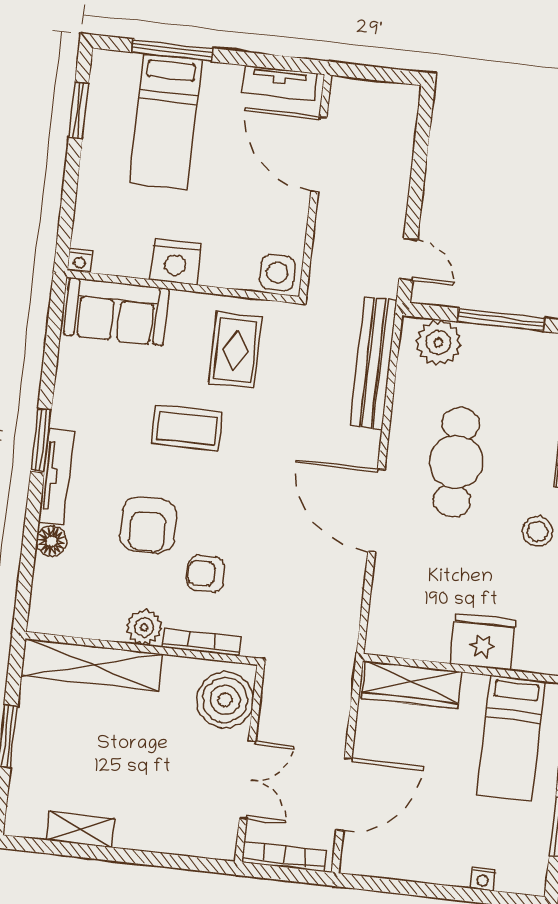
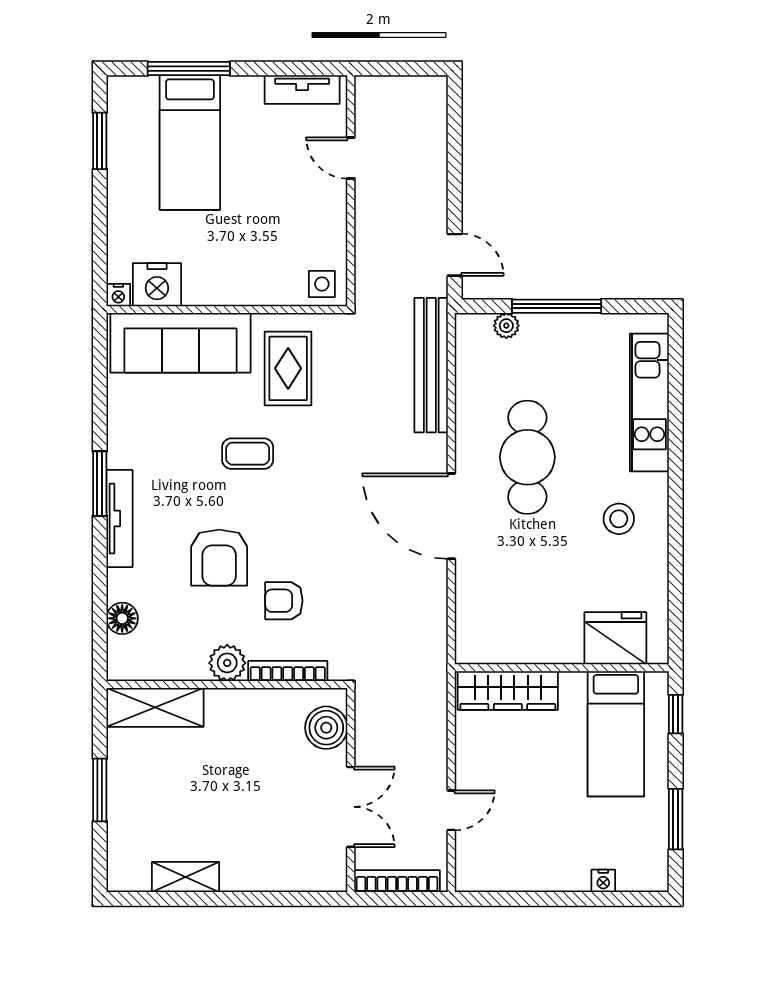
door: (319, 154) -> (351, 158), width x0.53
nightstand: (176, 262) -> (157, 285), moved
side table: (277, 273) -> (322, 284), width x0.73, depth x0.73
sofa: (116, 312) -> (180, 343), width x1.36
plant: (438, 342) -> (506, 326), width x0.53, depth x0.53
coffee table: (187, 428) -> (248, 454), width x0.73, depth x0.77
floor lamp: (52, 541) -> (122, 618), moved
fridge: (483, 642) -> (615, 638), moved
shelving: (92, 665) -> (155, 707), width x0.68
boiler: (225, 700) -> (326, 728), width x0.73, depth x0.73
door: (344, 794) -> (451, 810), width x0.53

